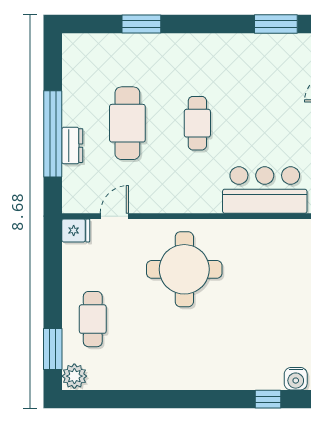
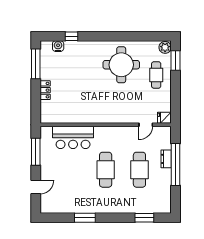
window: (141, 24) -> (144, 218), moved
window: (276, 24) -> (85, 218), moved
cafe table: (197, 123) -> (106, 170), width x1.37, depth x1.35
round table: (184, 269) -> (121, 65), moved

